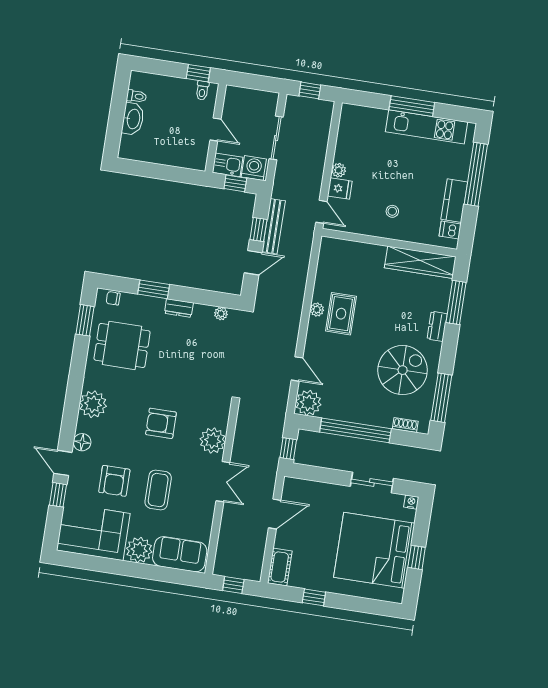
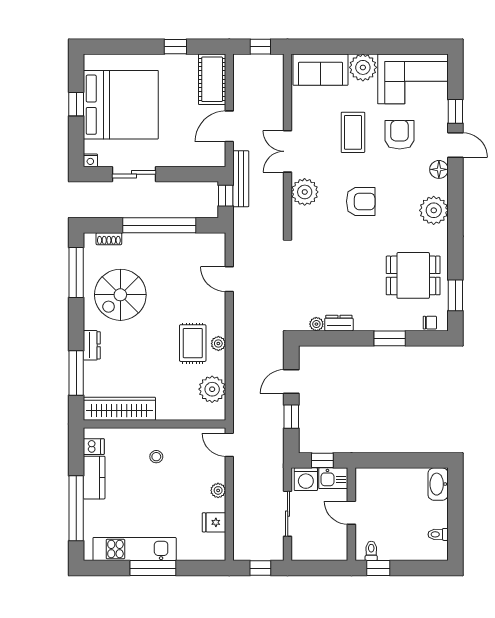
washbasin: (133, 119) -> (438, 484), moved
fridge: (340, 189) -> (214, 522), moved
bench: (274, 226) -> (241, 179), moved
dresser: (179, 308) -> (339, 323), moved
plant: (308, 403) -> (212, 389), moved
cot: (280, 567) -> (212, 79), width x1.37, depth x1.34

